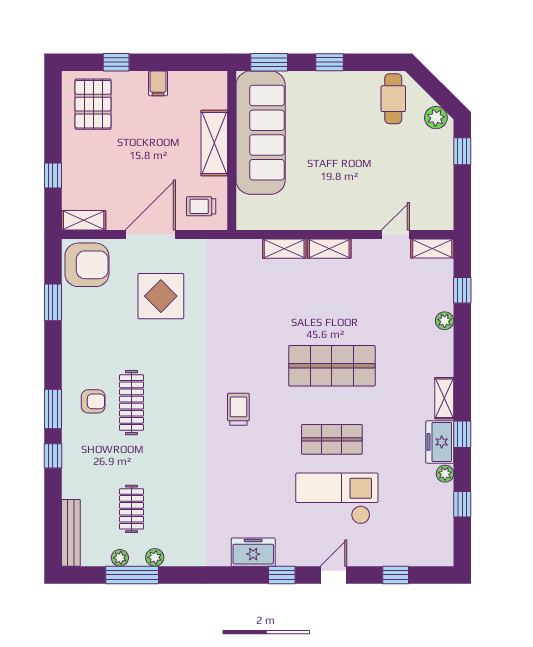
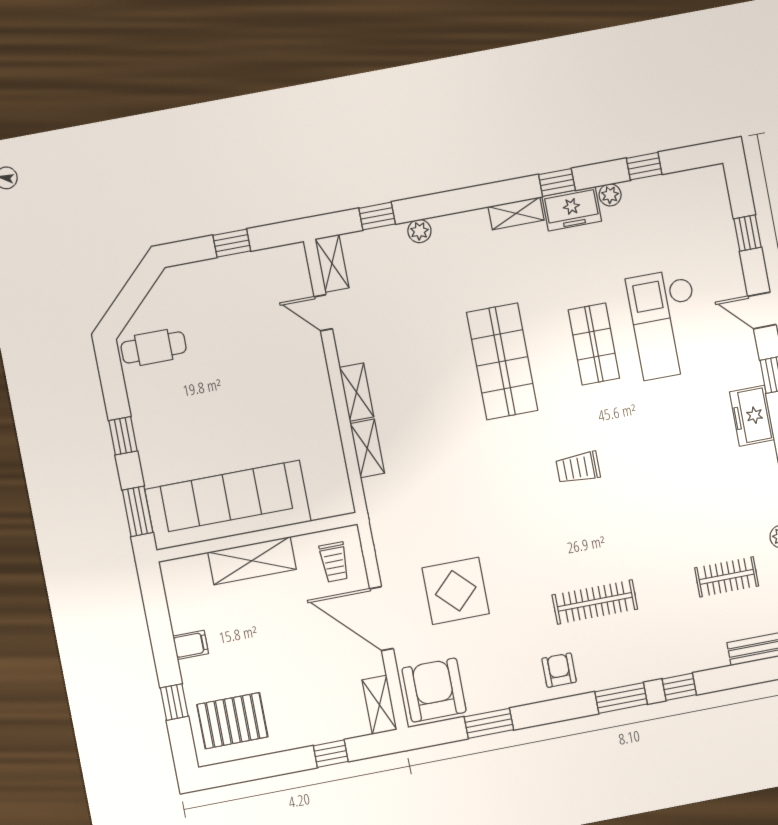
plant: (436, 118) -> (167, 289), removed
window: (462, 151) -> (232, 243), moved
armchair: (93, 401) -> (559, 670), moved

